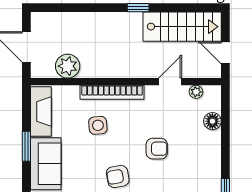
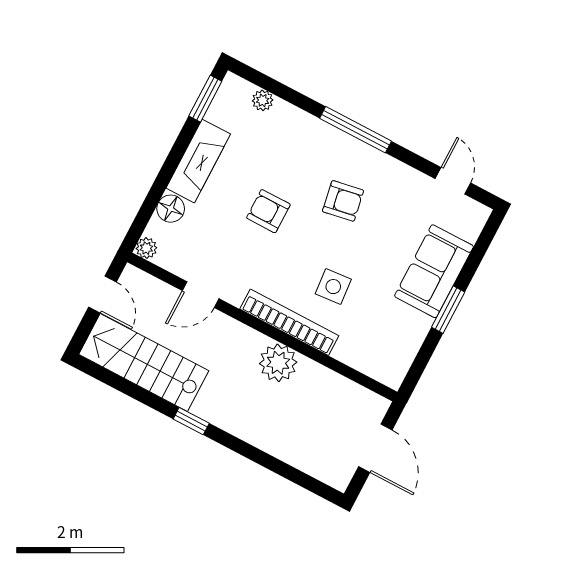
plant: (68, 66) -> (278, 363), moved
plant: (196, 92) -> (146, 248), moved
fireplace: (41, 112) -> (198, 161), moved, turned 180

